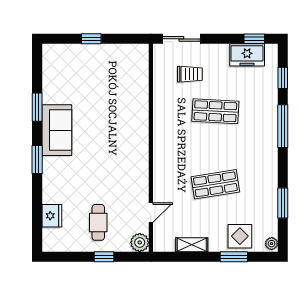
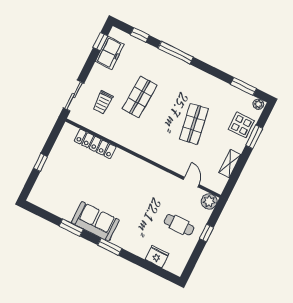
trolley: (190, 74) -> (103, 102), turned 180
locker: (141, 88) -> (95, 144), added
window: (283, 203) -> (244, 86), moved

